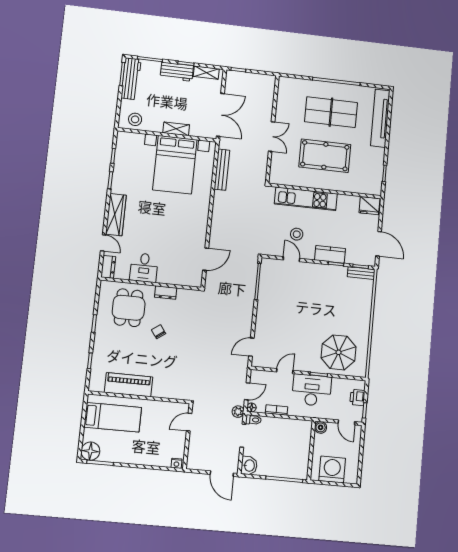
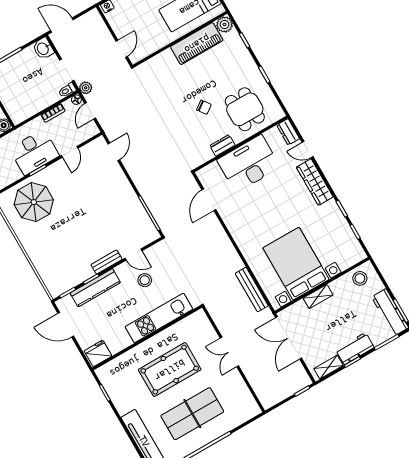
kitchen counter: (330, 254) -> (95, 288), width x1.50
desk: (144, 268) -> (249, 164), width x1.87, depth x1.30
bench: (361, 273) -> (106, 262), moved
plant: (96, 384) -> (225, 24), added

